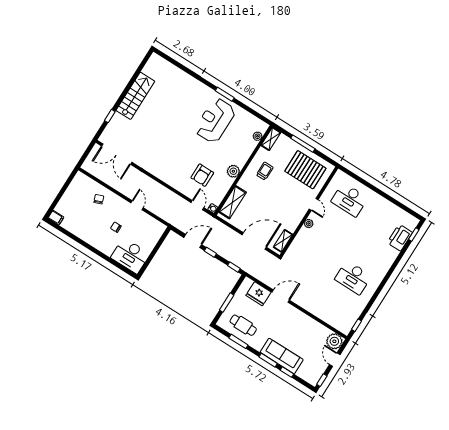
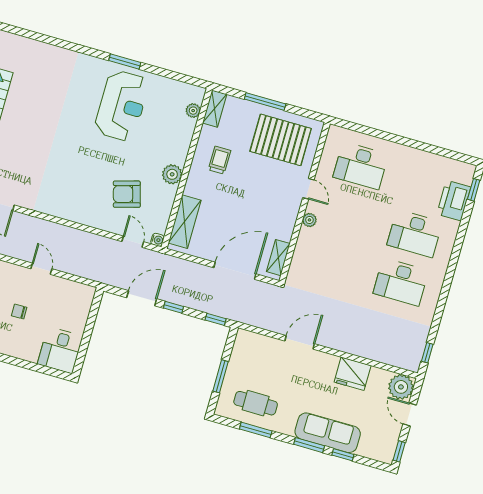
reception desk: (215, 120) -> (122, 106), turned 180
armchair: (202, 175) -> (127, 194), turned 74
desk: (370, 251) -> (415, 233), added
desk: (130, 256) -> (60, 350), width x0.73
fridge: (258, 294) -> (353, 374), moved

